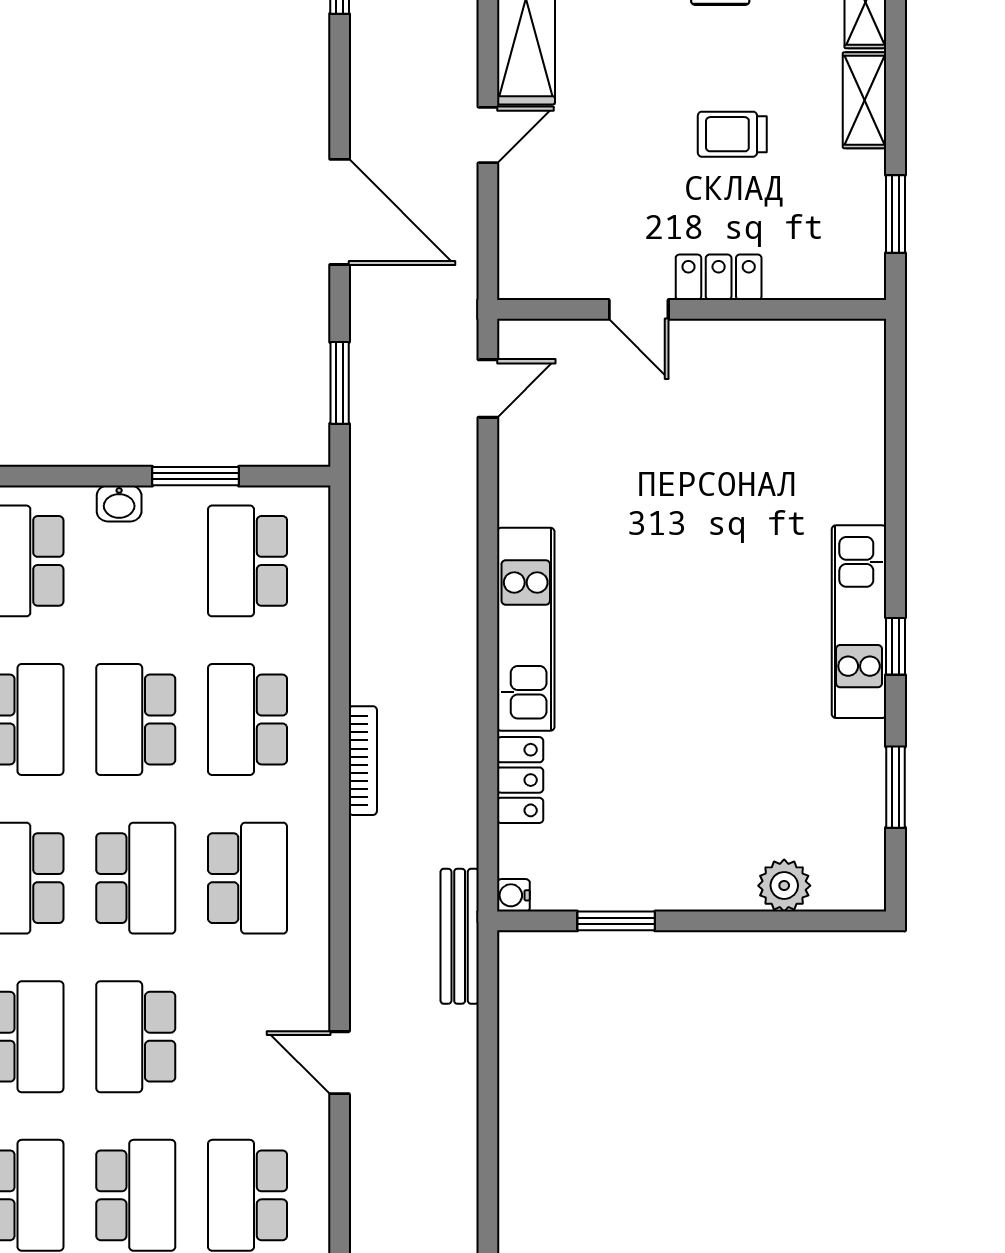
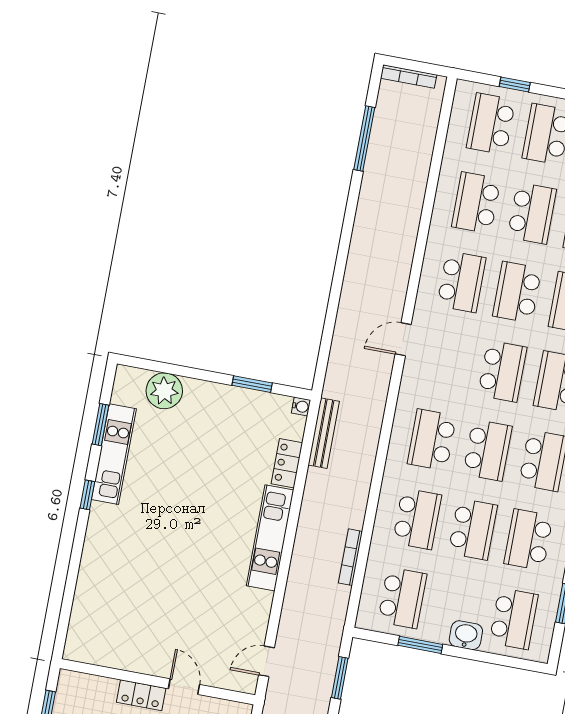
washbasin: (119, 503) -> (466, 635), width x1.38, depth x1.45
kitchen unit: (859, 622) -> (114, 454), moved
bookcase: (363, 761) -> (350, 557), moved
school desk: (136, 878) -> (488, 450), turned 180
plant: (784, 886) -> (164, 391), width x1.36, depth x1.36
bench: (460, 936) -> (324, 433), moved
door: (340, 1063) -> (403, 339), swing flipped

